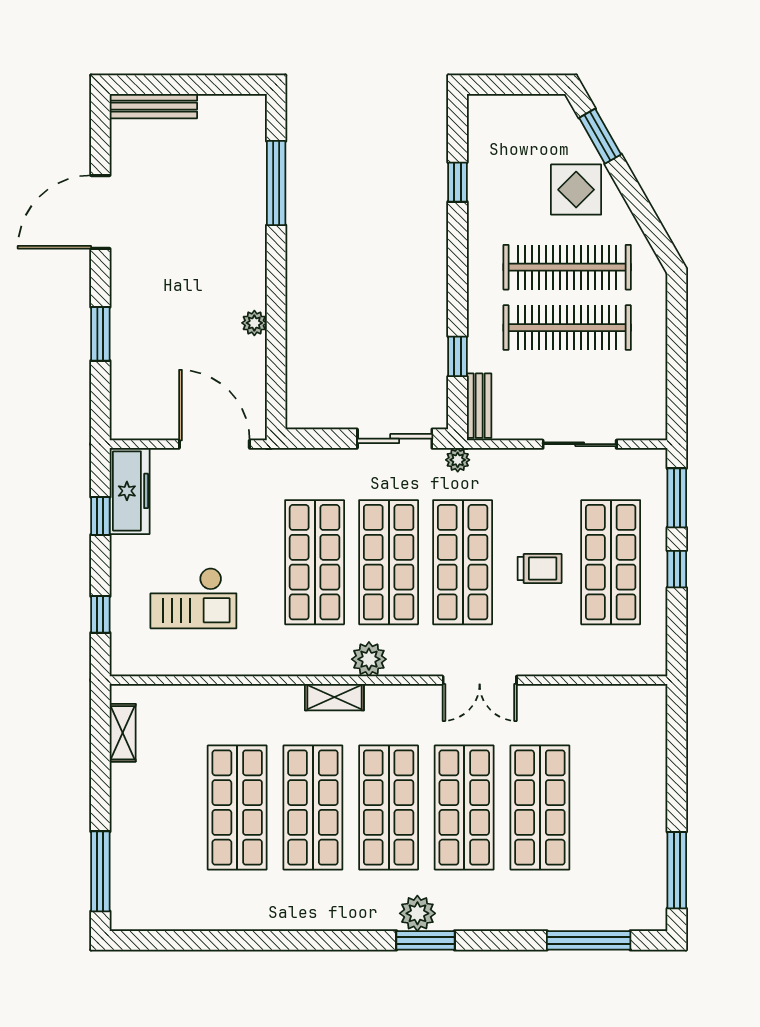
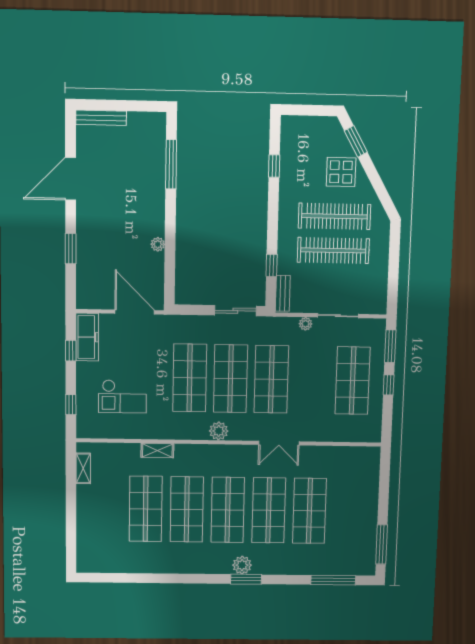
plant: (458, 460) -> (305, 324), moved
trolley: (540, 568) -> (313, 383), removed
shelving: (334, 697) -> (157, 450), moved
window: (100, 871) -> (71, 542), removed

